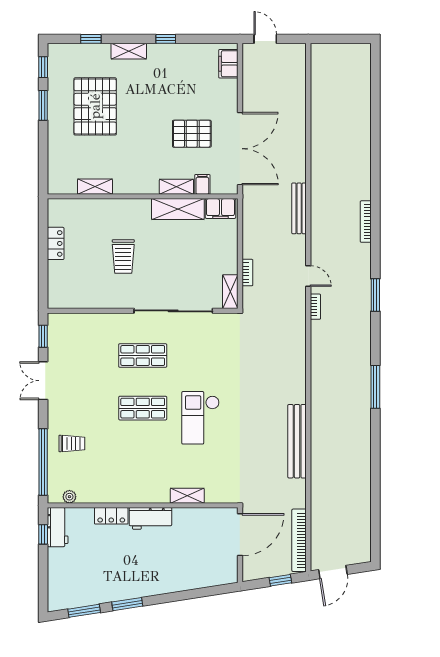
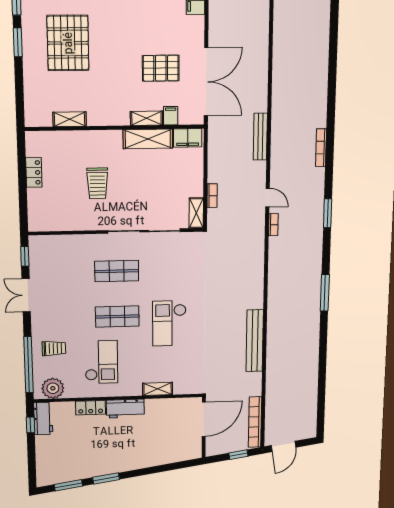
checkout: (124, 461) -> (101, 362), added
plant: (69, 497) -> (53, 388), width x1.87, depth x1.87

